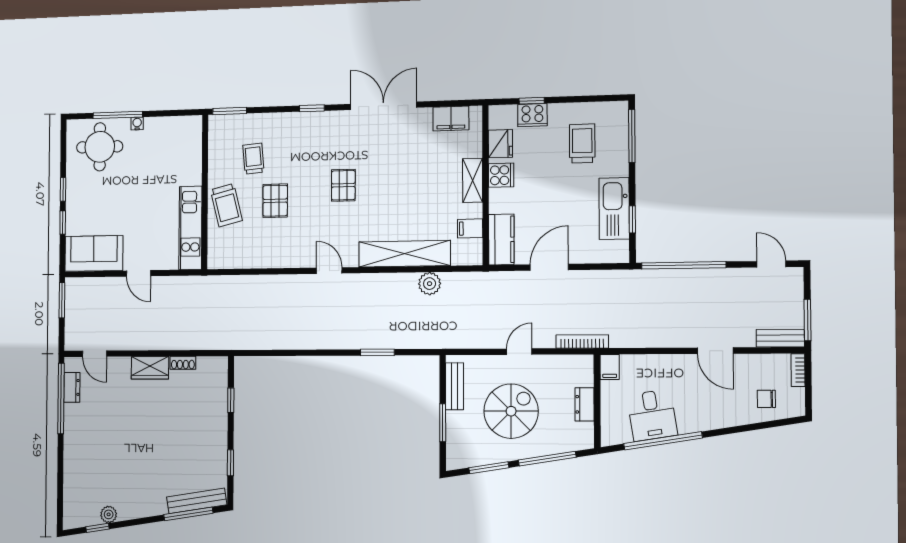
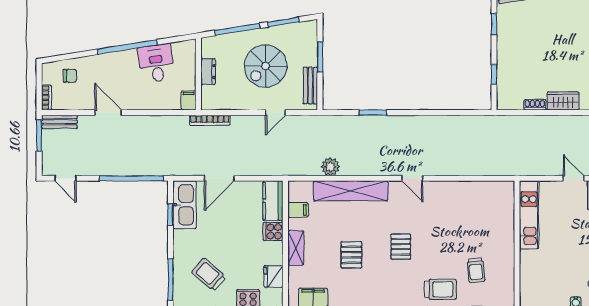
trolley: (582, 143) -> (209, 275), turned 131
cooker: (501, 175) -> (273, 231), moved
pallet: (275, 201) -> (351, 255), moved
trolley: (226, 205) -> (441, 289), moved, turned 104
kitchen sink: (614, 208) -> (184, 205), moved
door: (549, 267) -> (219, 178), moved
door: (519, 352) -> (275, 113), moved
window: (663, 441) -> (127, 47), moved

